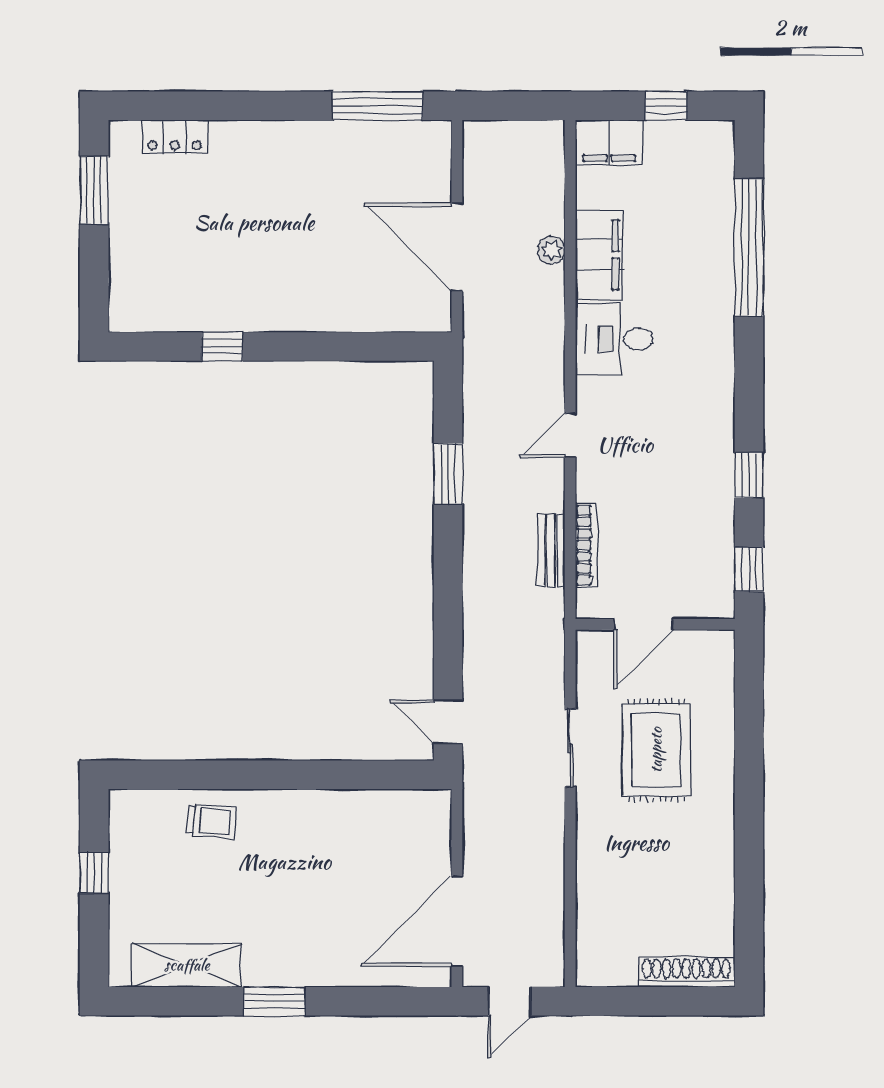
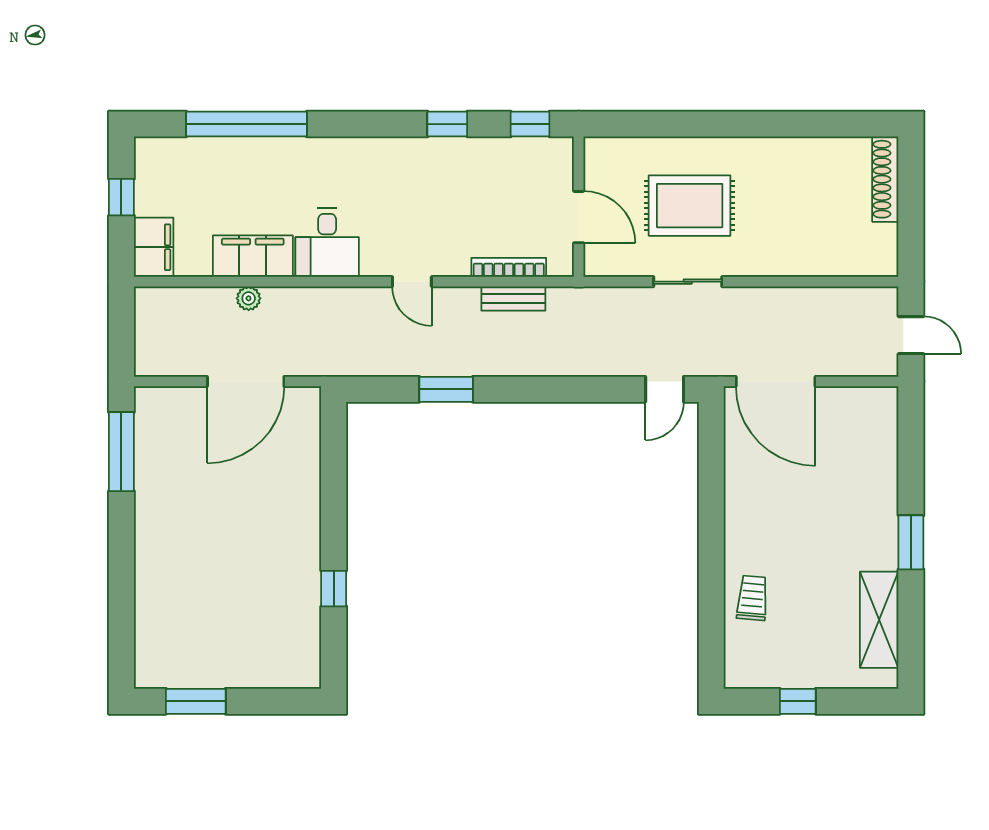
locker: (175, 137) -> (149, 630), removed
door: (457, 921) -> (776, 381), moved

